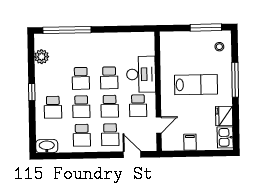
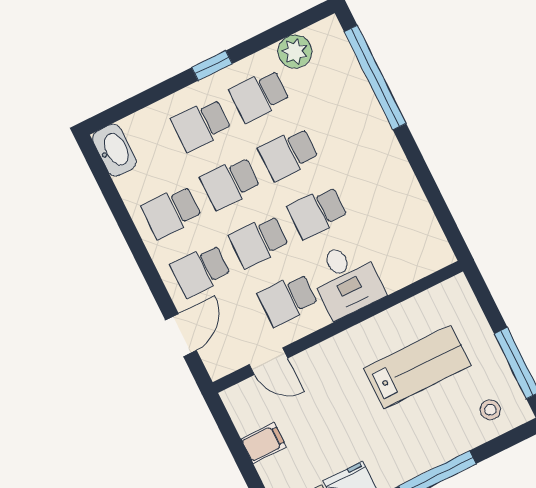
desk: (141, 74) -> (346, 280), width x0.73
school desk: (52, 79) -> (259, 96), added
lab bench: (196, 85) -> (417, 367), moved, turned -90

